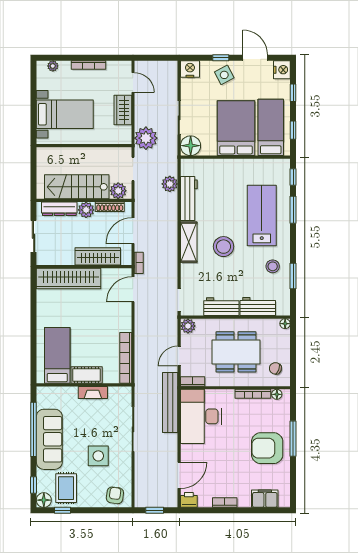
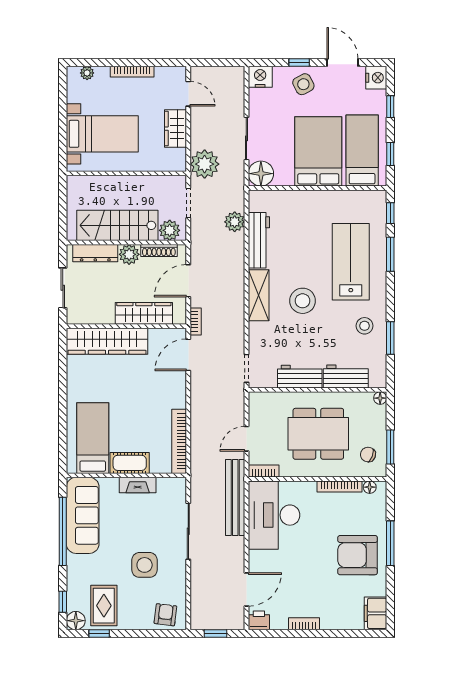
plant: (188, 326) -> (258, 401), removed
window: (293, 362) -> (390, 447), added
sofa: (49, 439) -> (83, 515), moved
filing cabinet: (265, 499) -> (376, 613), moved, turned -90

